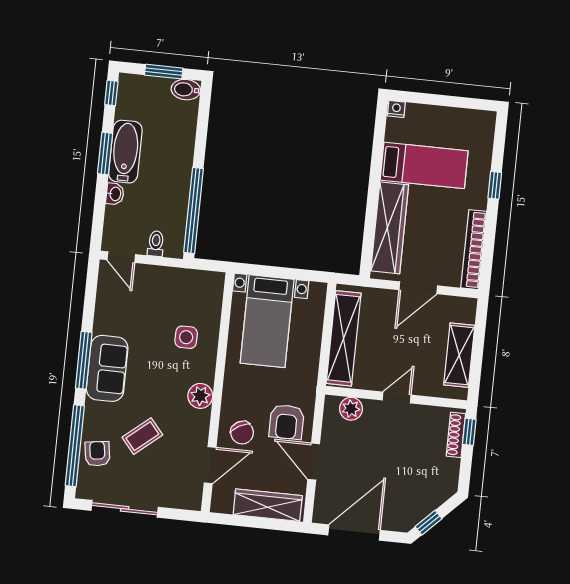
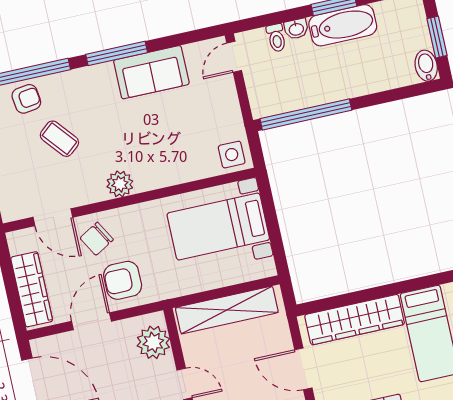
toilet: (156, 244) -> (276, 38), moved, turned 90
side table: (186, 337) -> (232, 155), moved
sofa: (107, 368) -> (151, 72), moved
plant: (351, 409) -> (153, 342), width x1.36, depth x1.36

